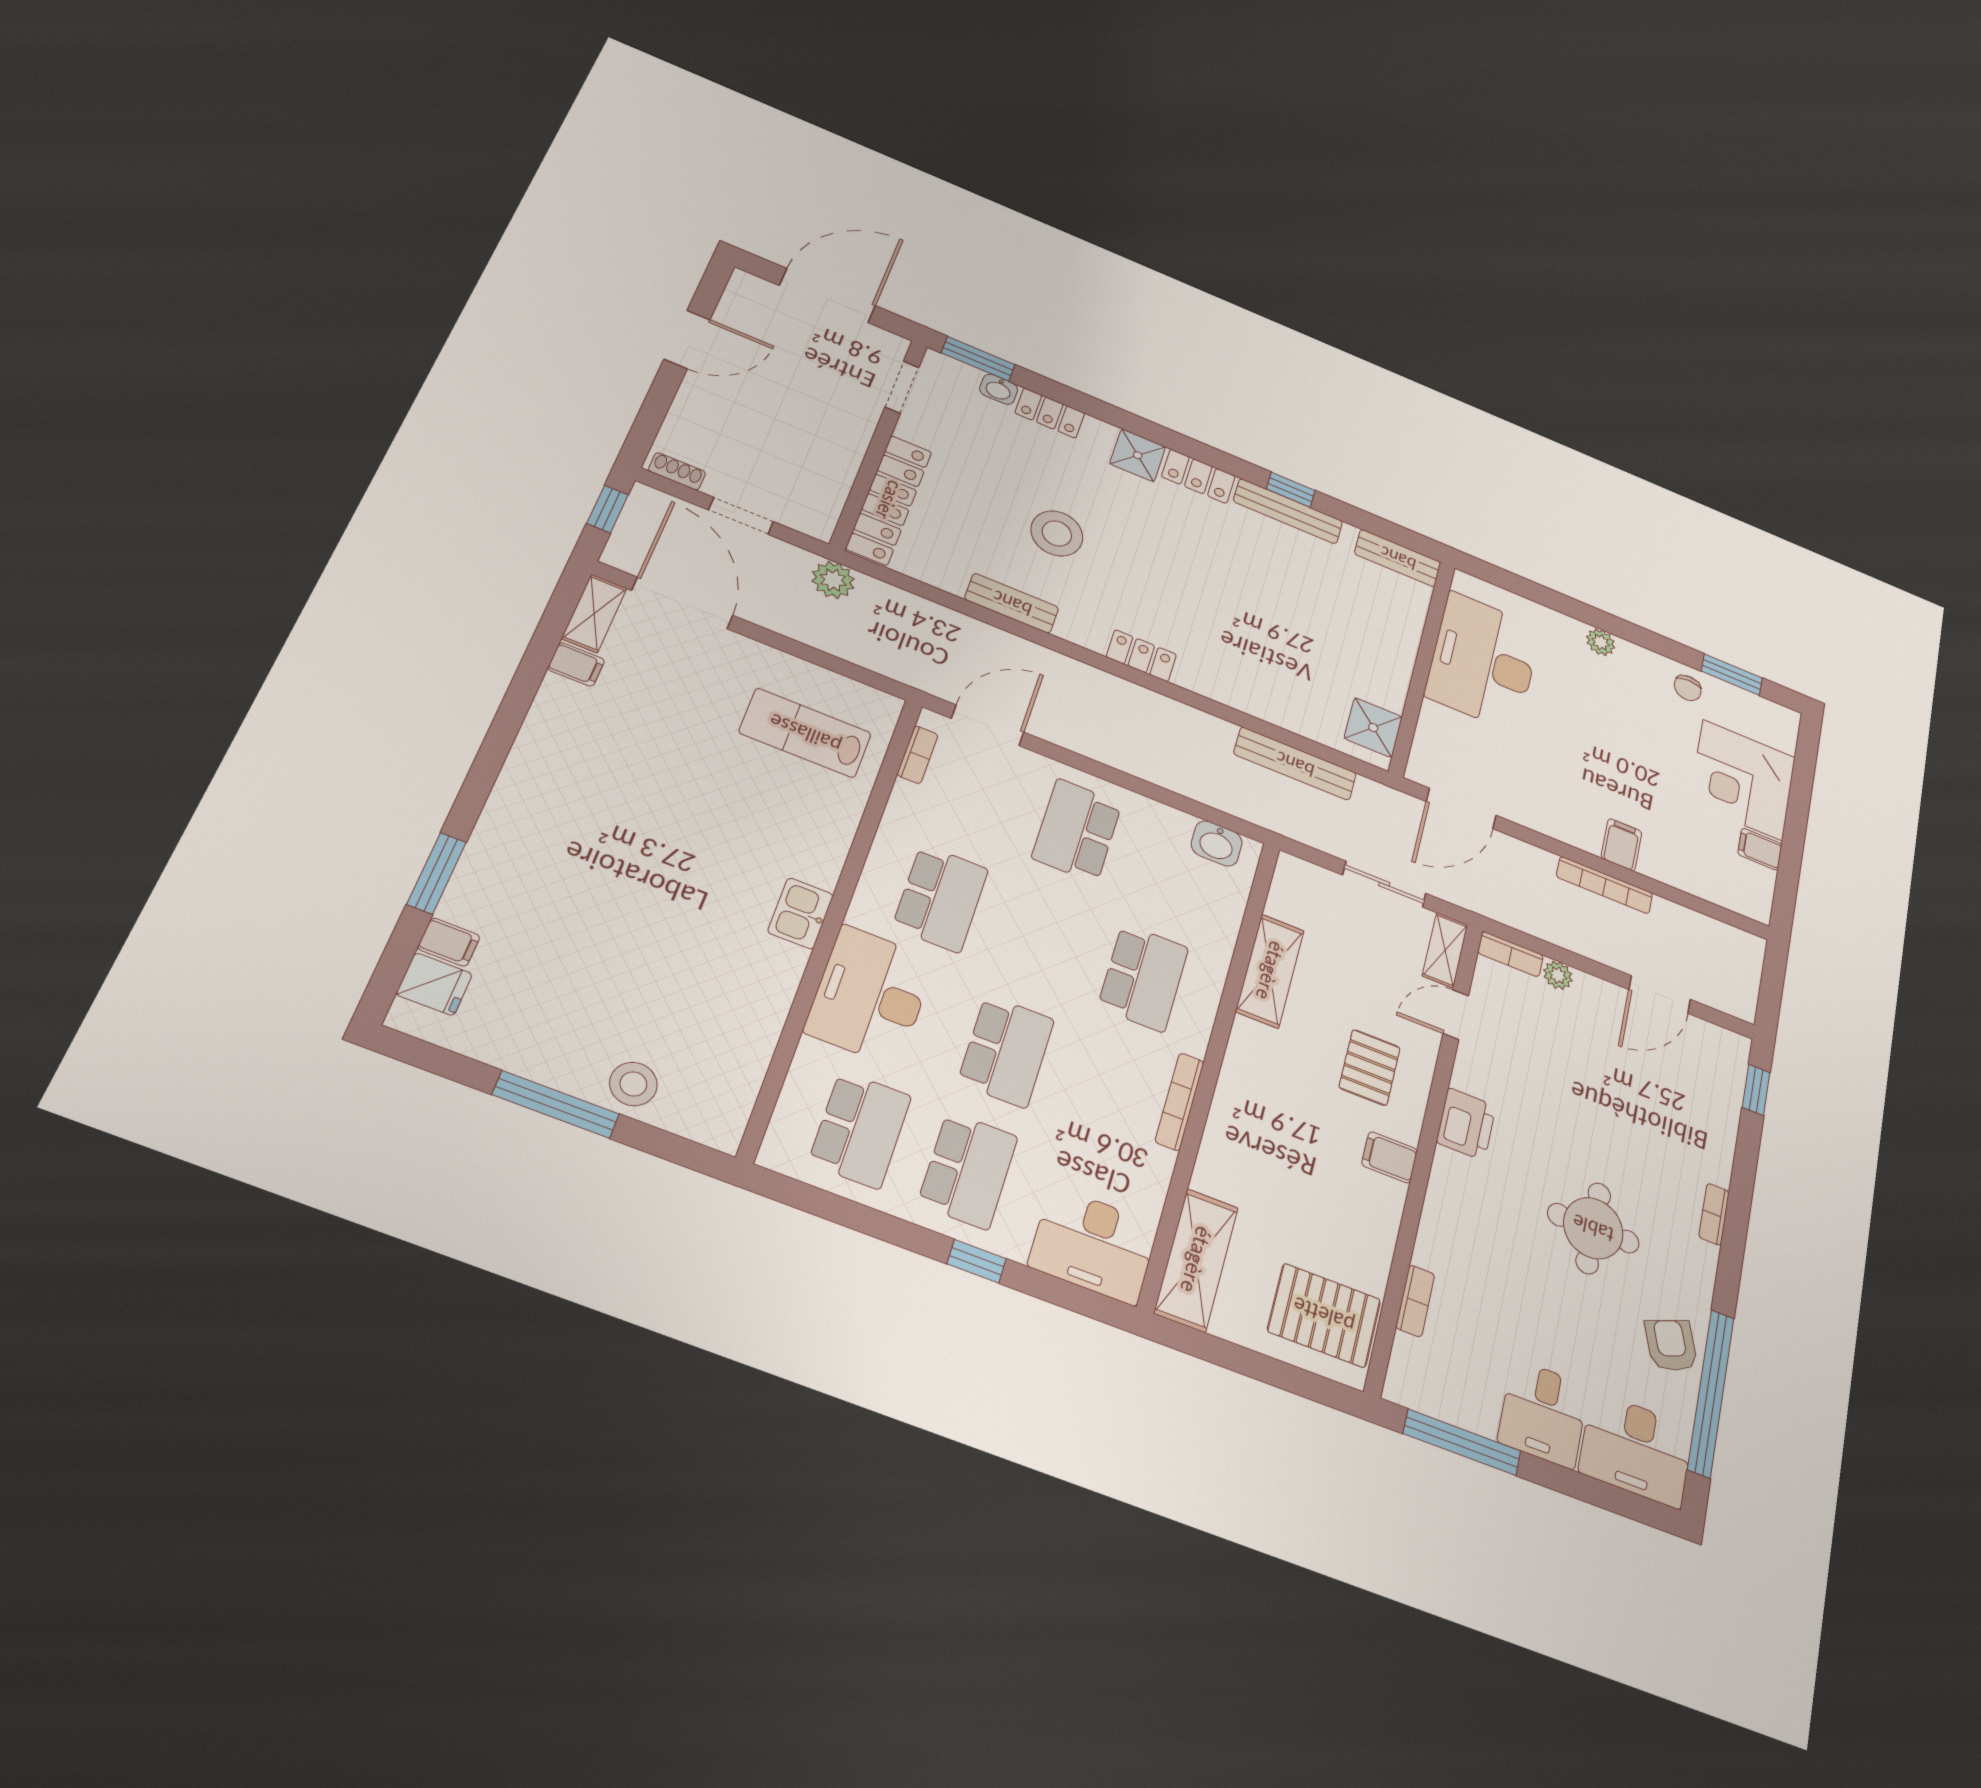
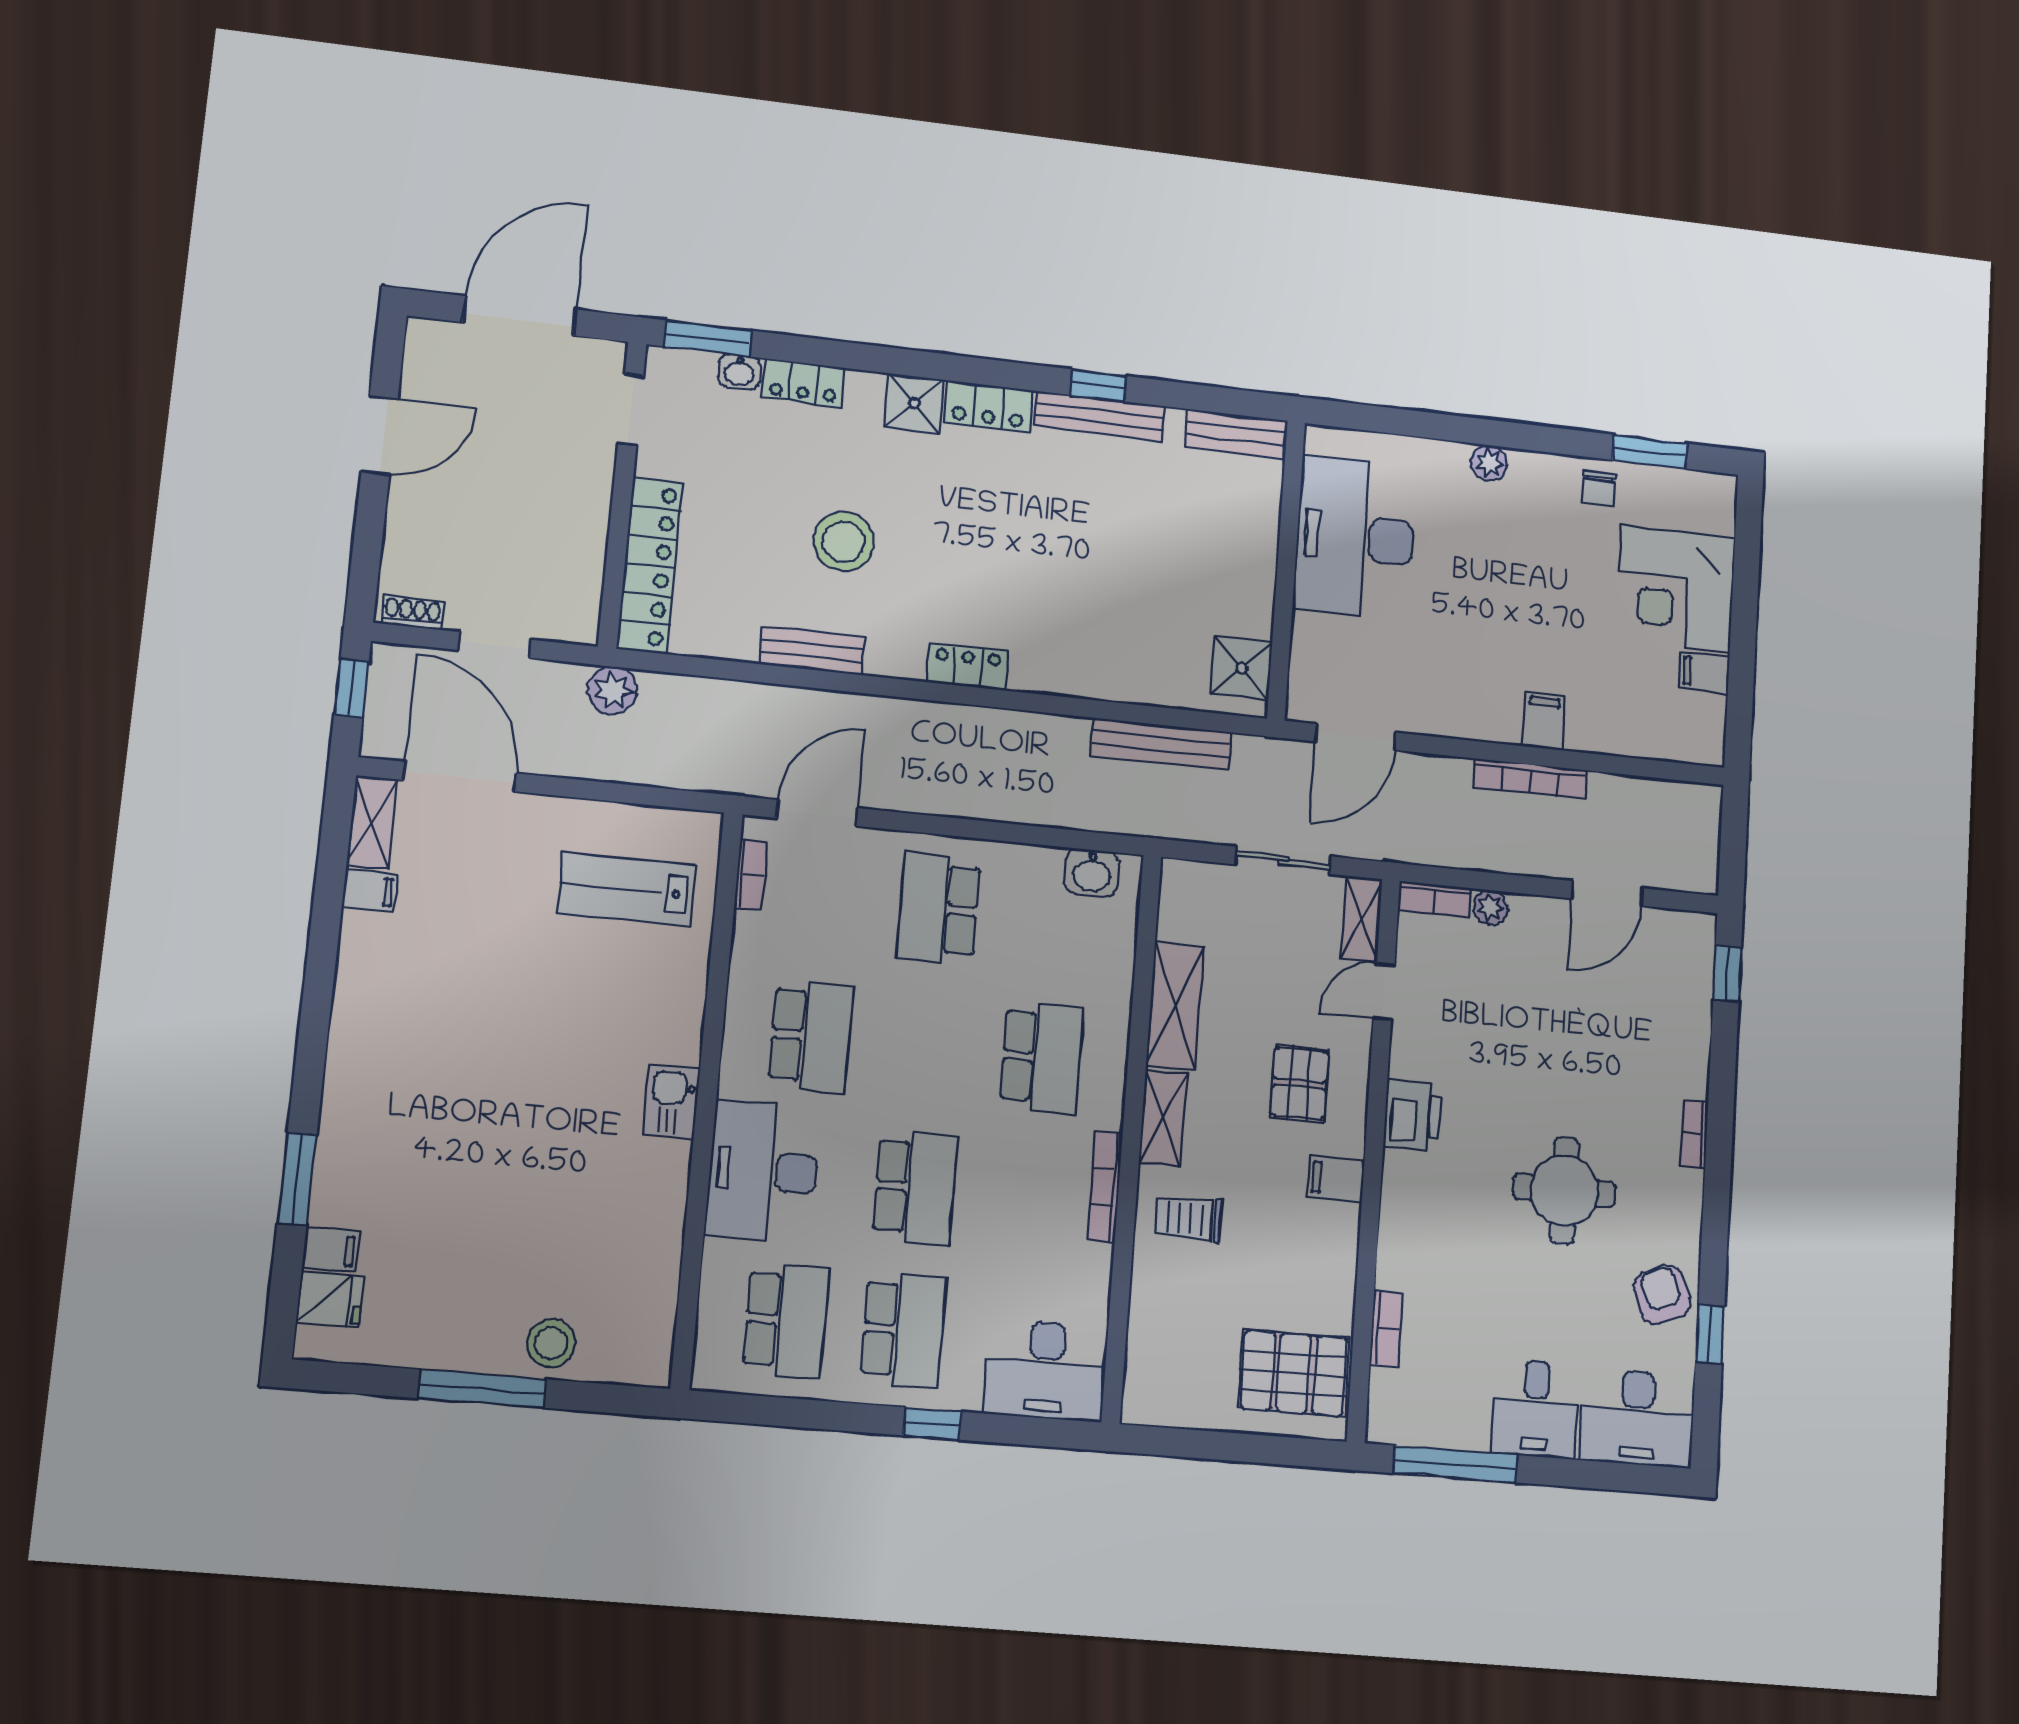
trolley: (1251, 1151) -> (1189, 1218), added
shelving: (1196, 1260) -> (1163, 1118), moved, width x0.67, depth x0.75
window: (1711, 1393) -> (1710, 1334), width x0.32

